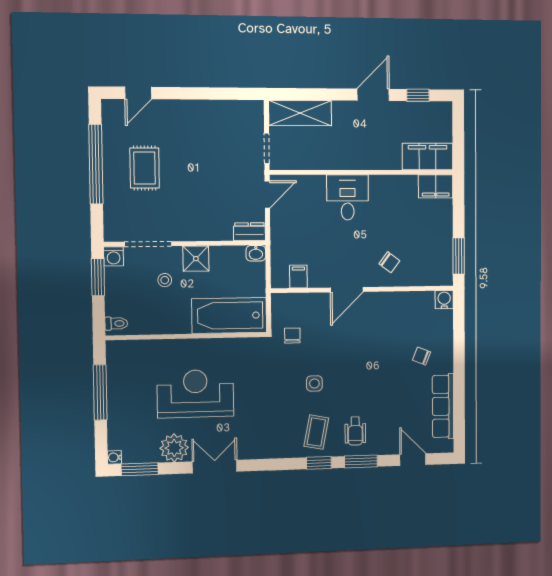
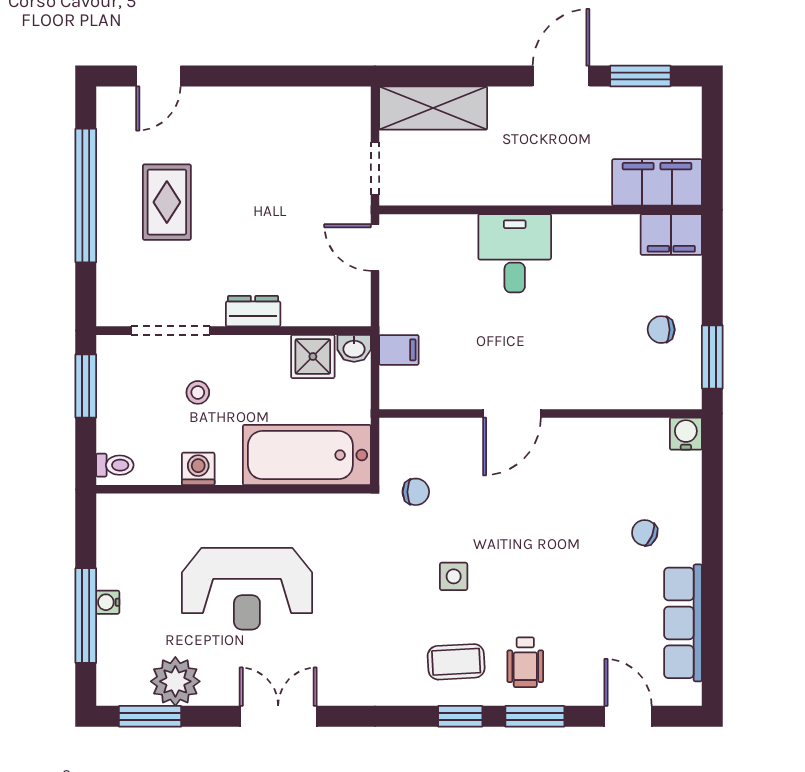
window: (418, 95) -> (640, 76), width x1.50
door: (267, 194) -> (375, 248), swing flipped
dresser: (249, 232) -> (253, 311), moved
washing machine: (114, 256) -> (198, 469), moved, turned 180
shower: (196, 259) -> (313, 356), moved
chair: (389, 262) -> (661, 330), moved, turned 143
filing cabinet: (298, 277) -> (399, 350), moved, turned 90
chair: (292, 336) -> (416, 492), turned 90
window: (100, 393) -> (86, 616), moved
reception desk: (195, 394) -> (247, 589), turned 180
coffee table: (316, 432) -> (456, 662), turned 76
plant: (174, 448) -> (175, 681), moved
water cooler: (114, 457) -> (108, 602), moved

